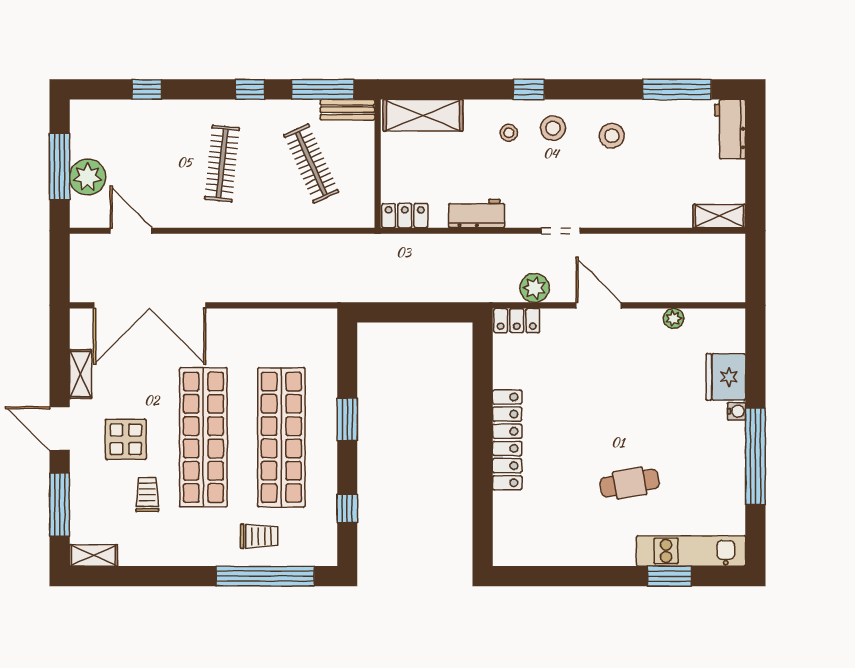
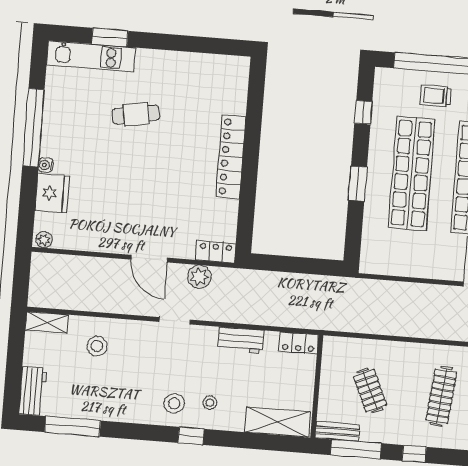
stool: (612, 136) -> (97, 346), moved
clothes rail: (311, 164) -> (370, 391), width x0.73
plant: (674, 318) -> (44, 240), moved

